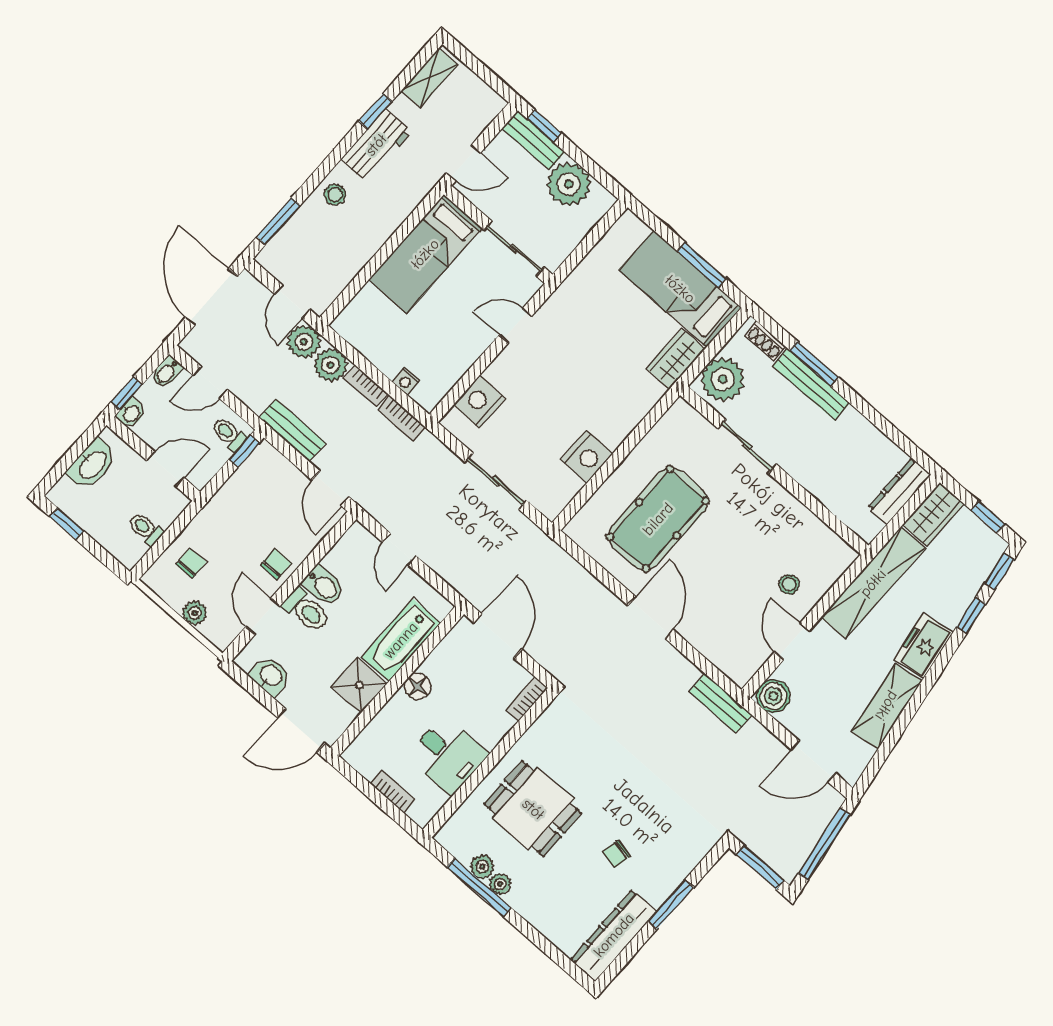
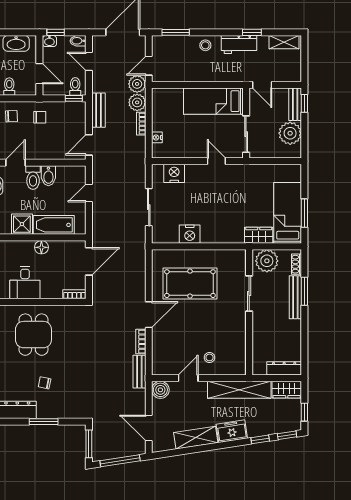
bookcase: (402, 418) -> (141, 342), moved
chair: (276, 564) -> (40, 117), moved

